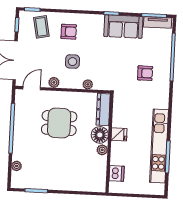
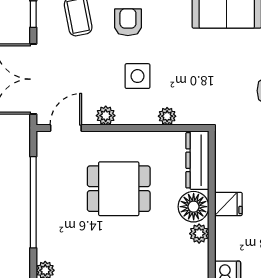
armchair: (69, 32) -> (128, 22), turned -90

